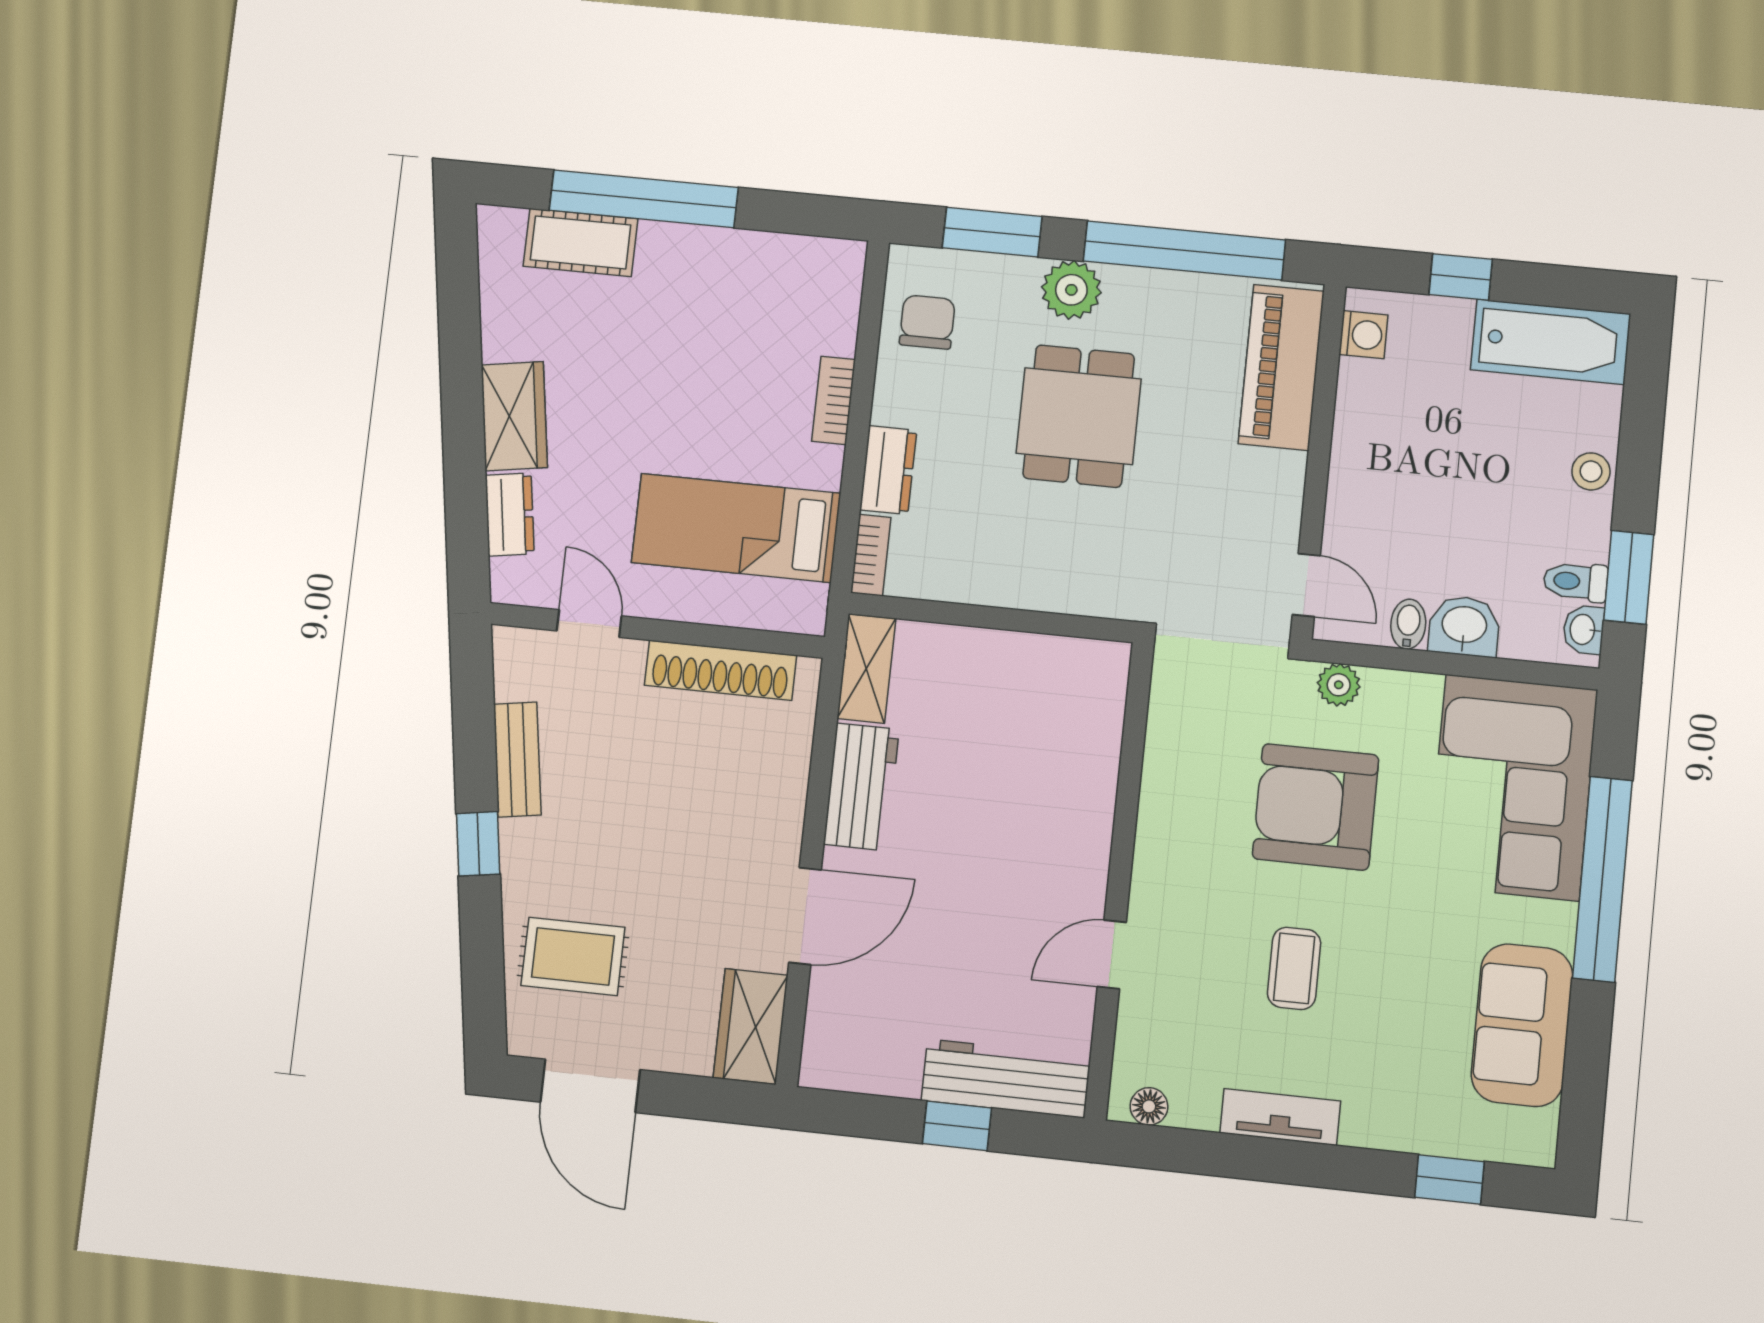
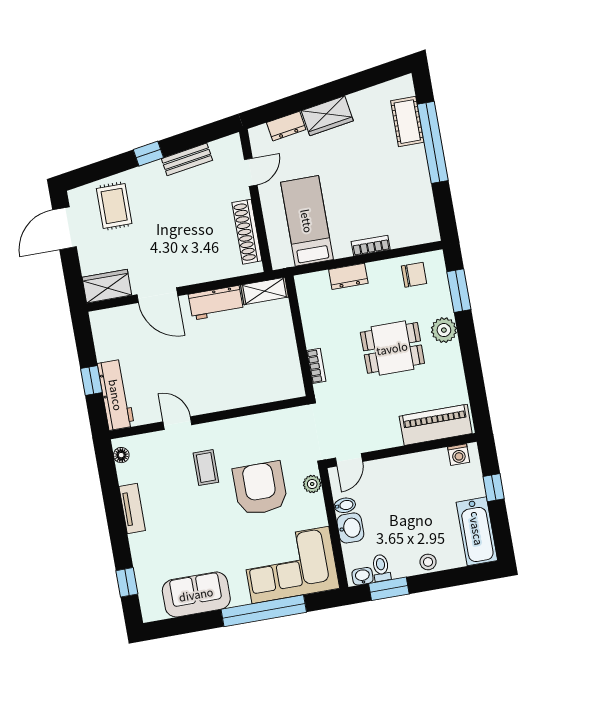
window: (1184, 251) -> (473, 372), removed
bookcase: (871, 555) -> (316, 366), moved, turned -90
coffee table: (1294, 968) -> (206, 468), moved, turned 90

